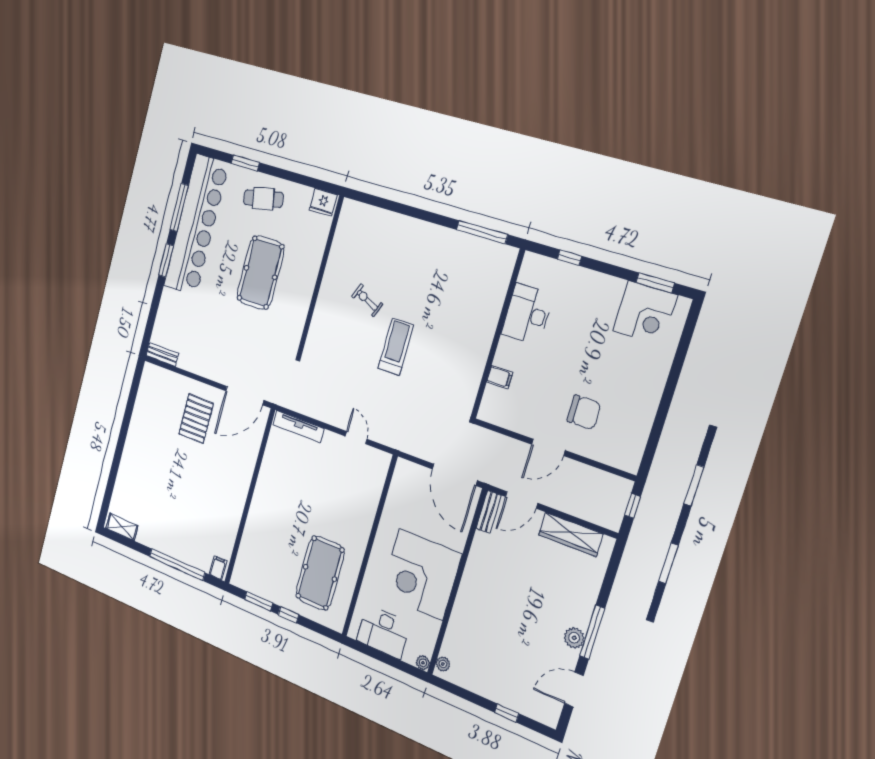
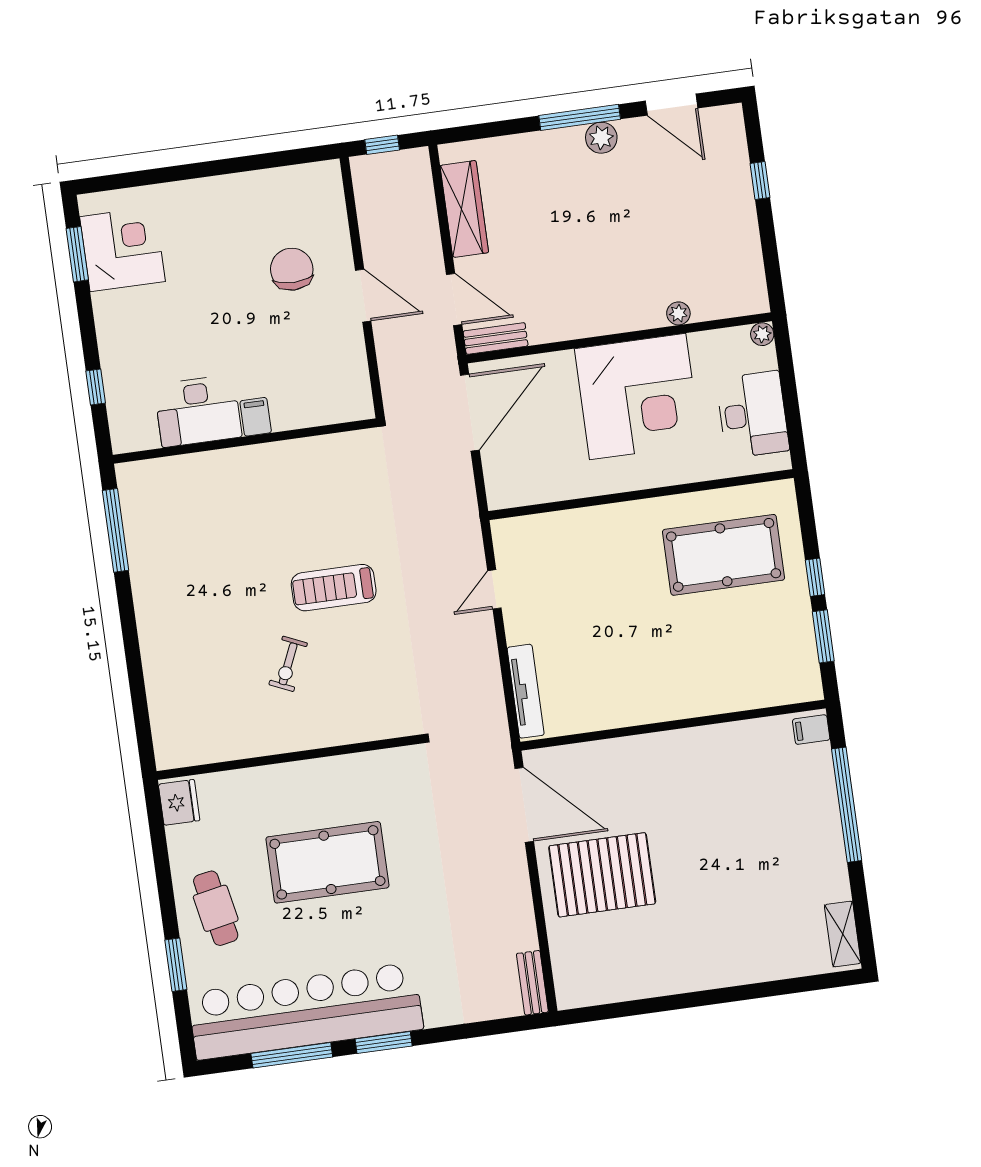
filing cabinet: (500, 377) -> (256, 417), moved
pallet: (196, 419) -> (602, 875), width x1.37, depth x1.41
plant: (443, 664) -> (678, 313), moved

